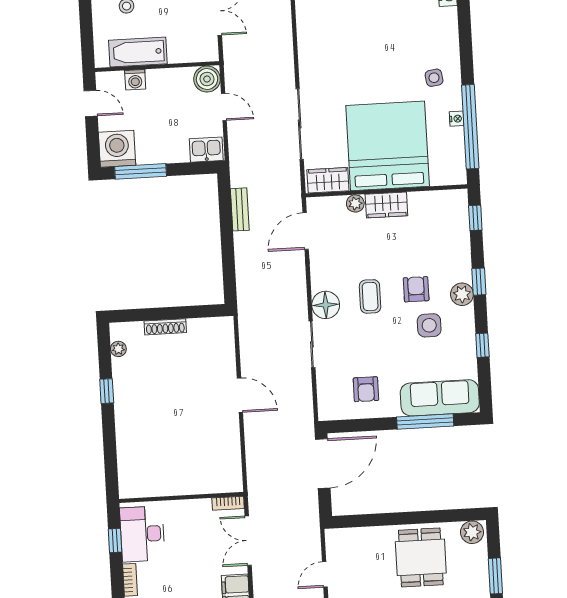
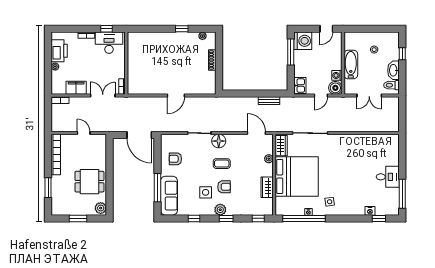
bathtub: (138, 52) -> (351, 65), moved
washing machine: (135, 80) -> (337, 75), moved
wardrobe: (386, 205) -> (267, 187), moved

